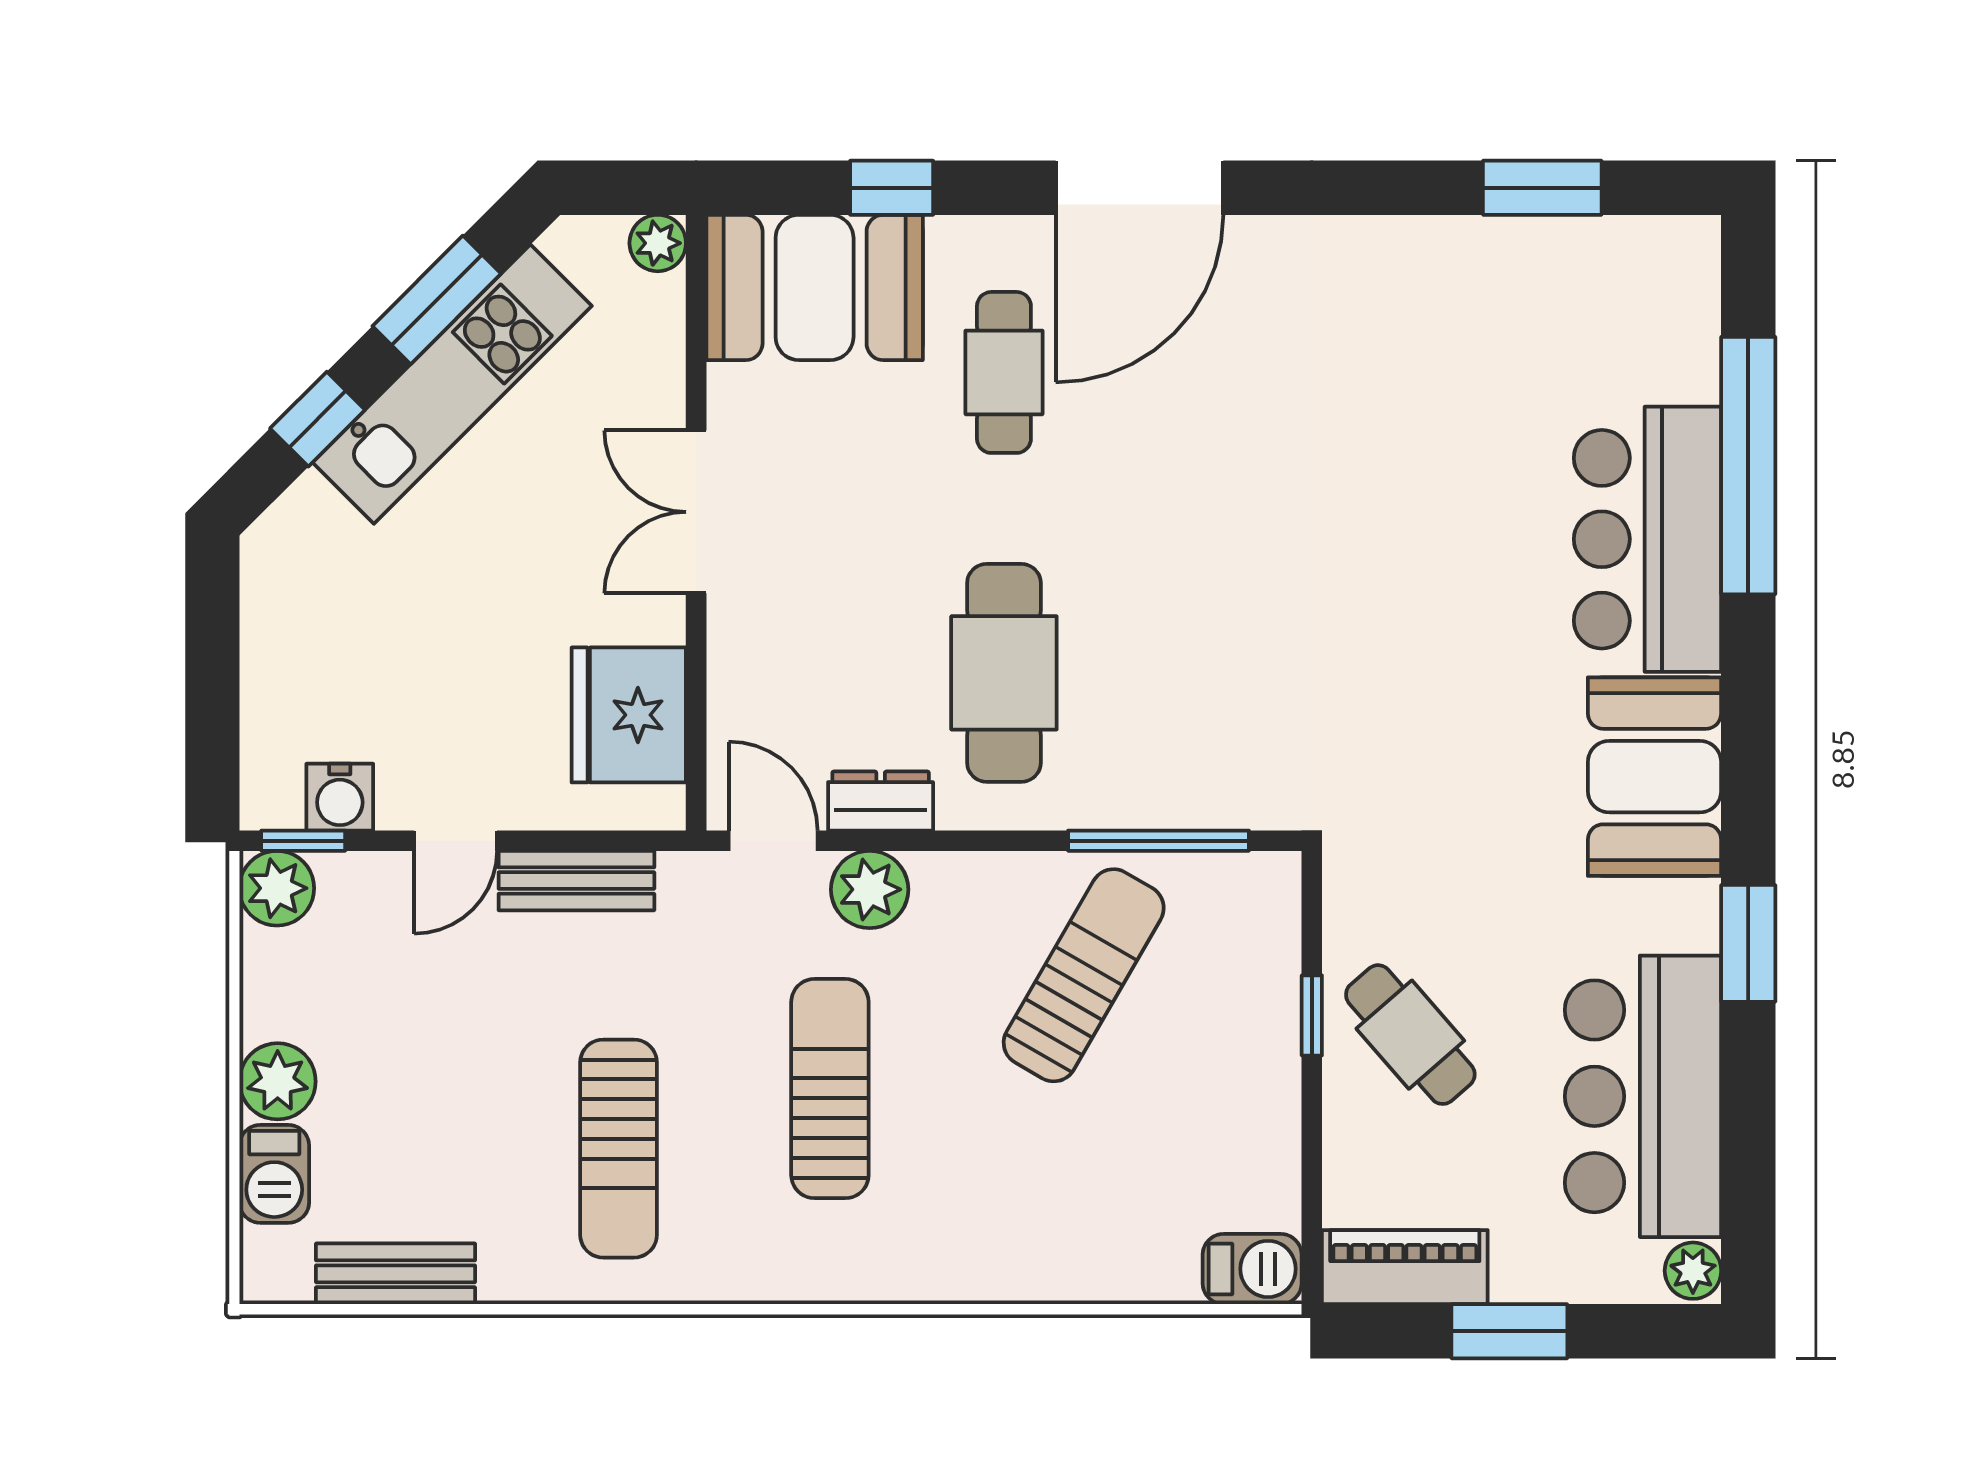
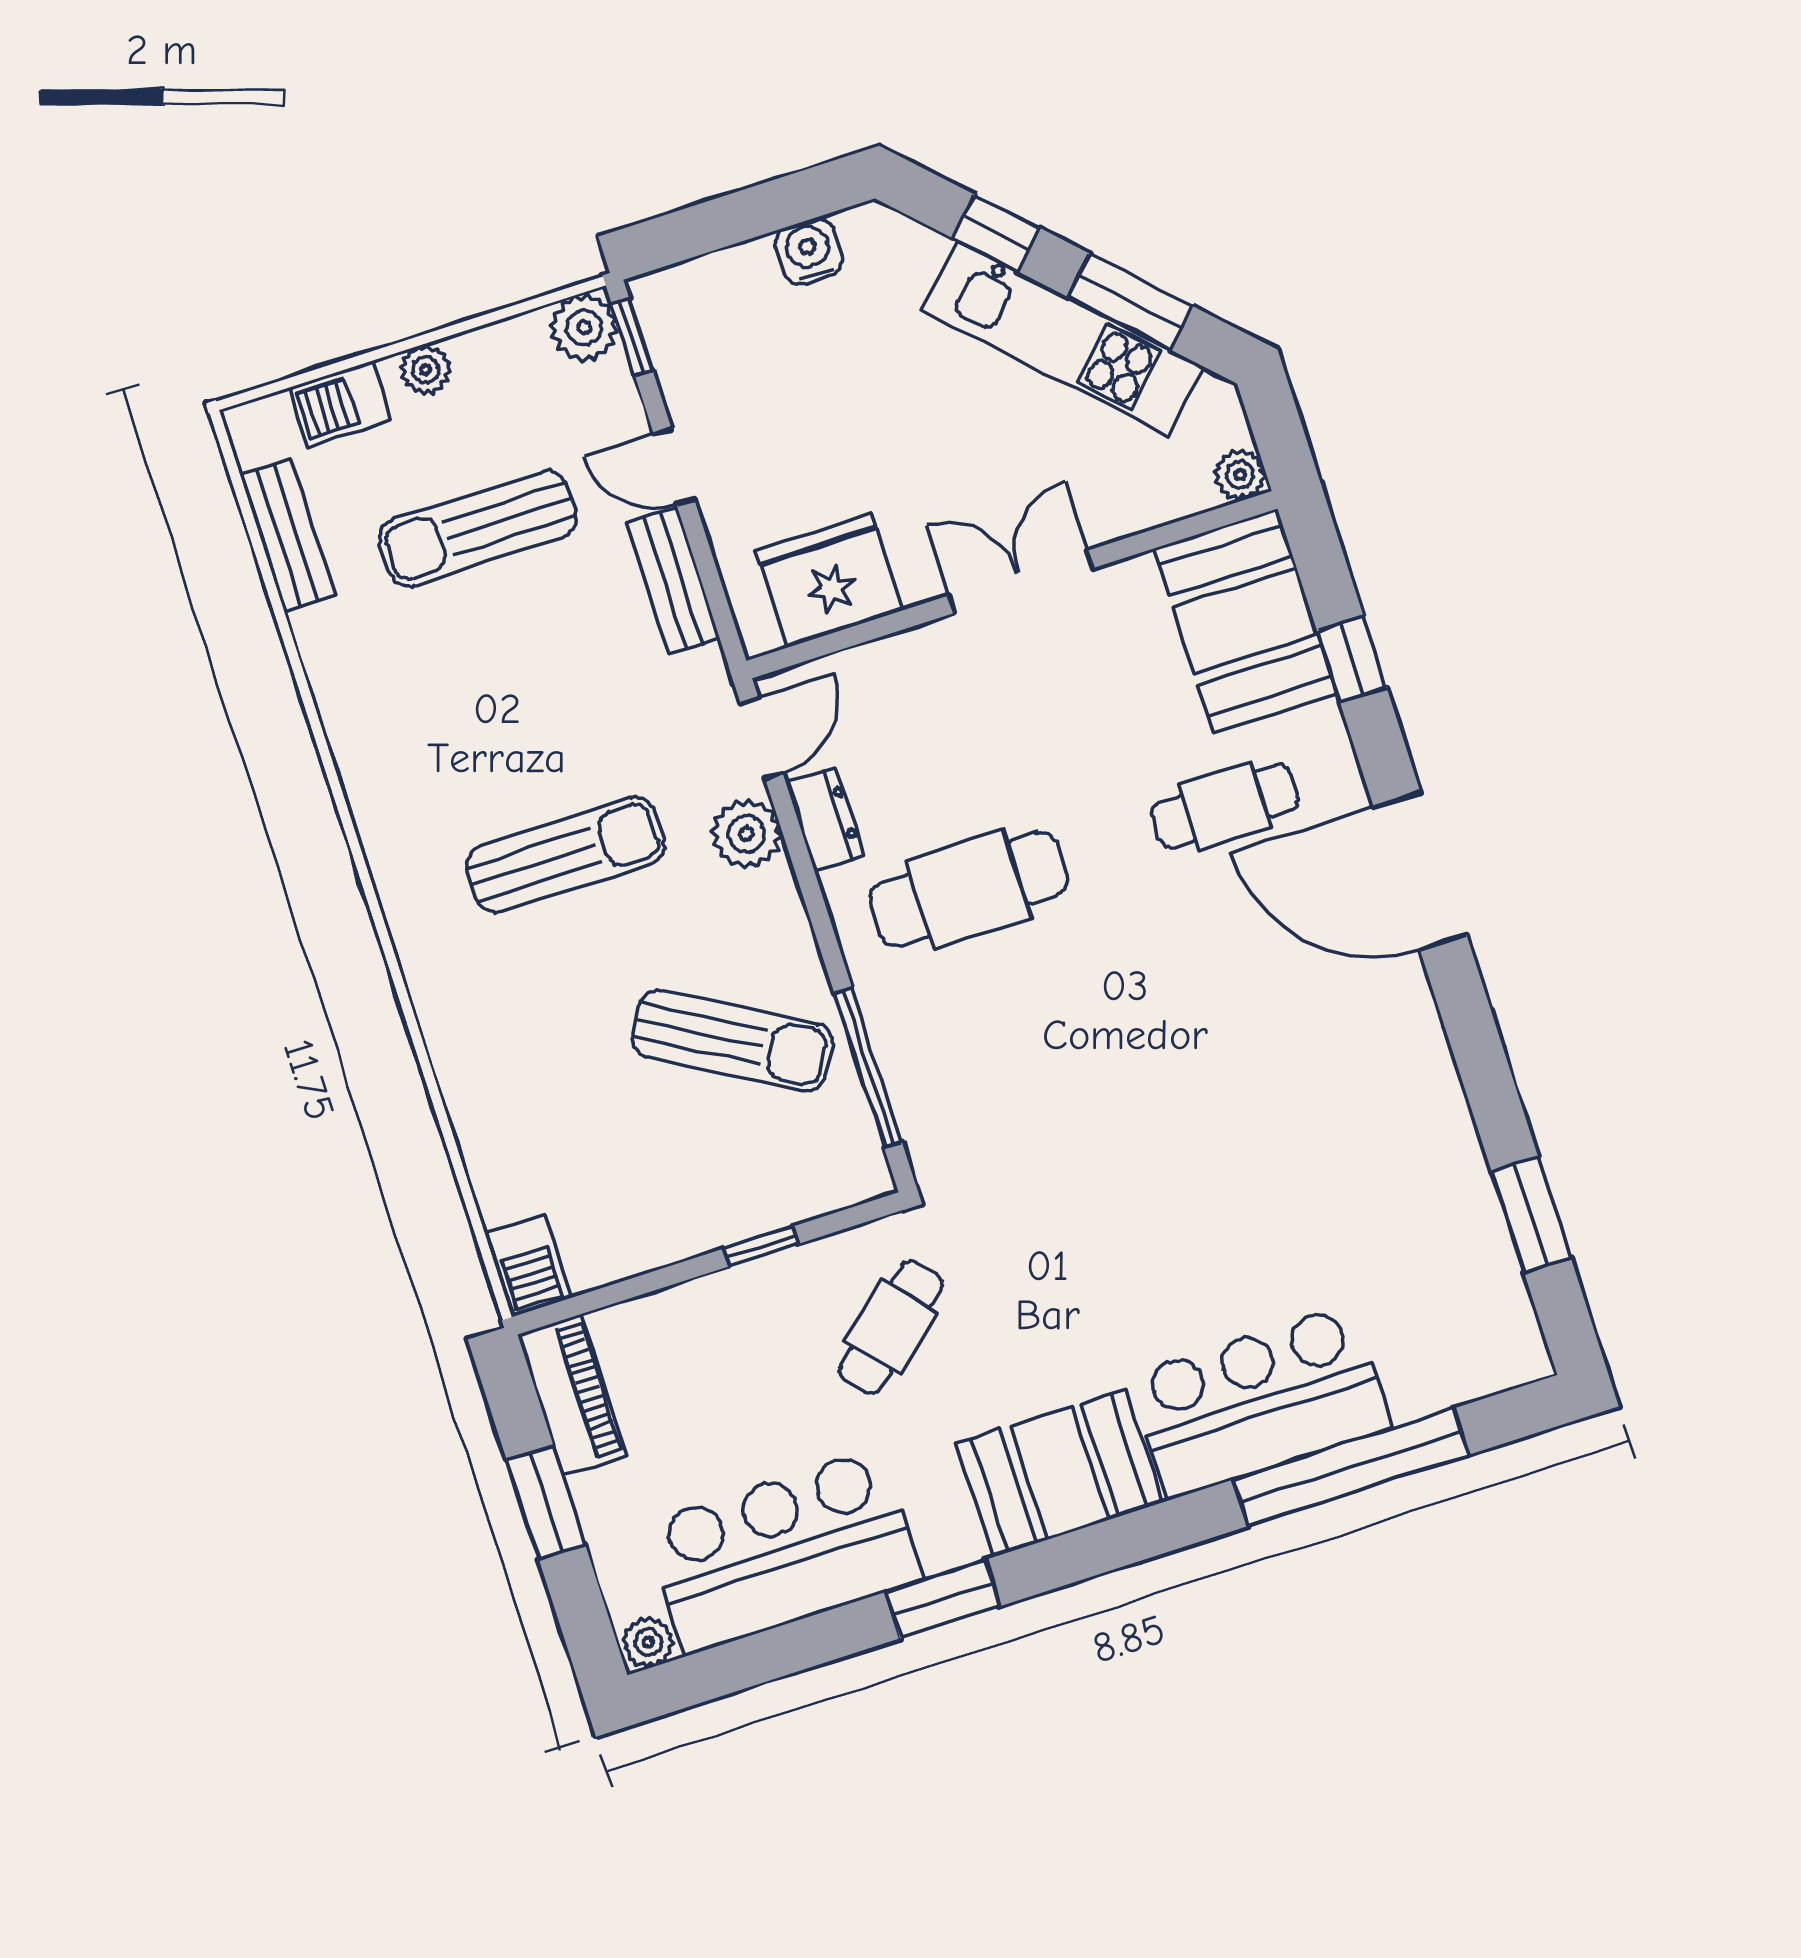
water cooler: (340, 797) -> (809, 251), moved, turned 90
cafe table: (1410, 1035) -> (891, 1327), moved
plant: (278, 1081) -> (426, 370), width x0.73, depth x0.73
sun lounger: (619, 1149) -> (478, 528), moved

